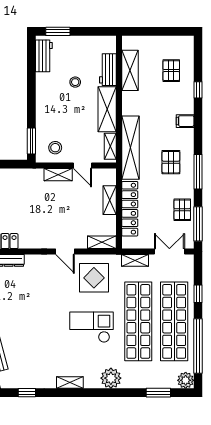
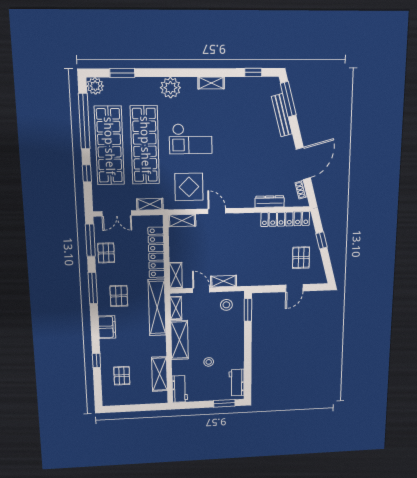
workbench: (108, 70) -> (180, 389), moved
filing cabinet: (185, 121) -> (107, 327), width x2.00
shelving: (110, 200) -> (176, 275), moved

